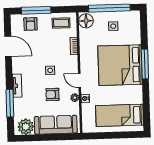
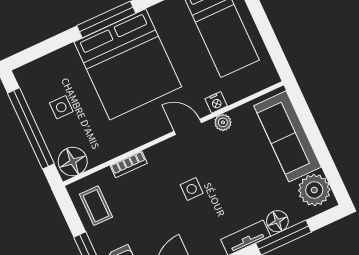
door: (80, 81) -> (188, 127), swing flipped
armchair: (52, 95) -> (234, 166), removed
floor lamp: (19, 104) -> (277, 221), added

